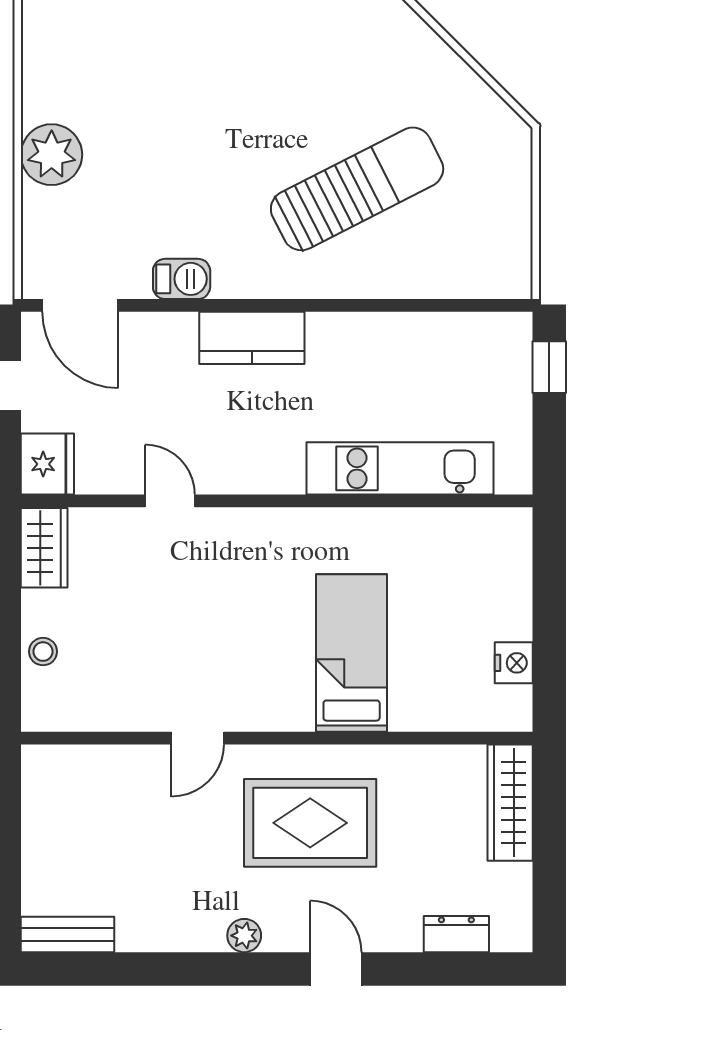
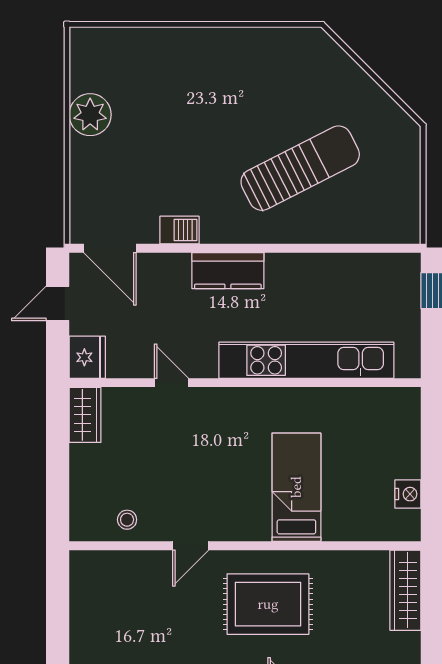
plant: (52, 155) -> (90, 115), moved
kitchen unit: (400, 468) -> (306, 360), width x1.36
stool: (43, 652) -> (127, 520), moved

